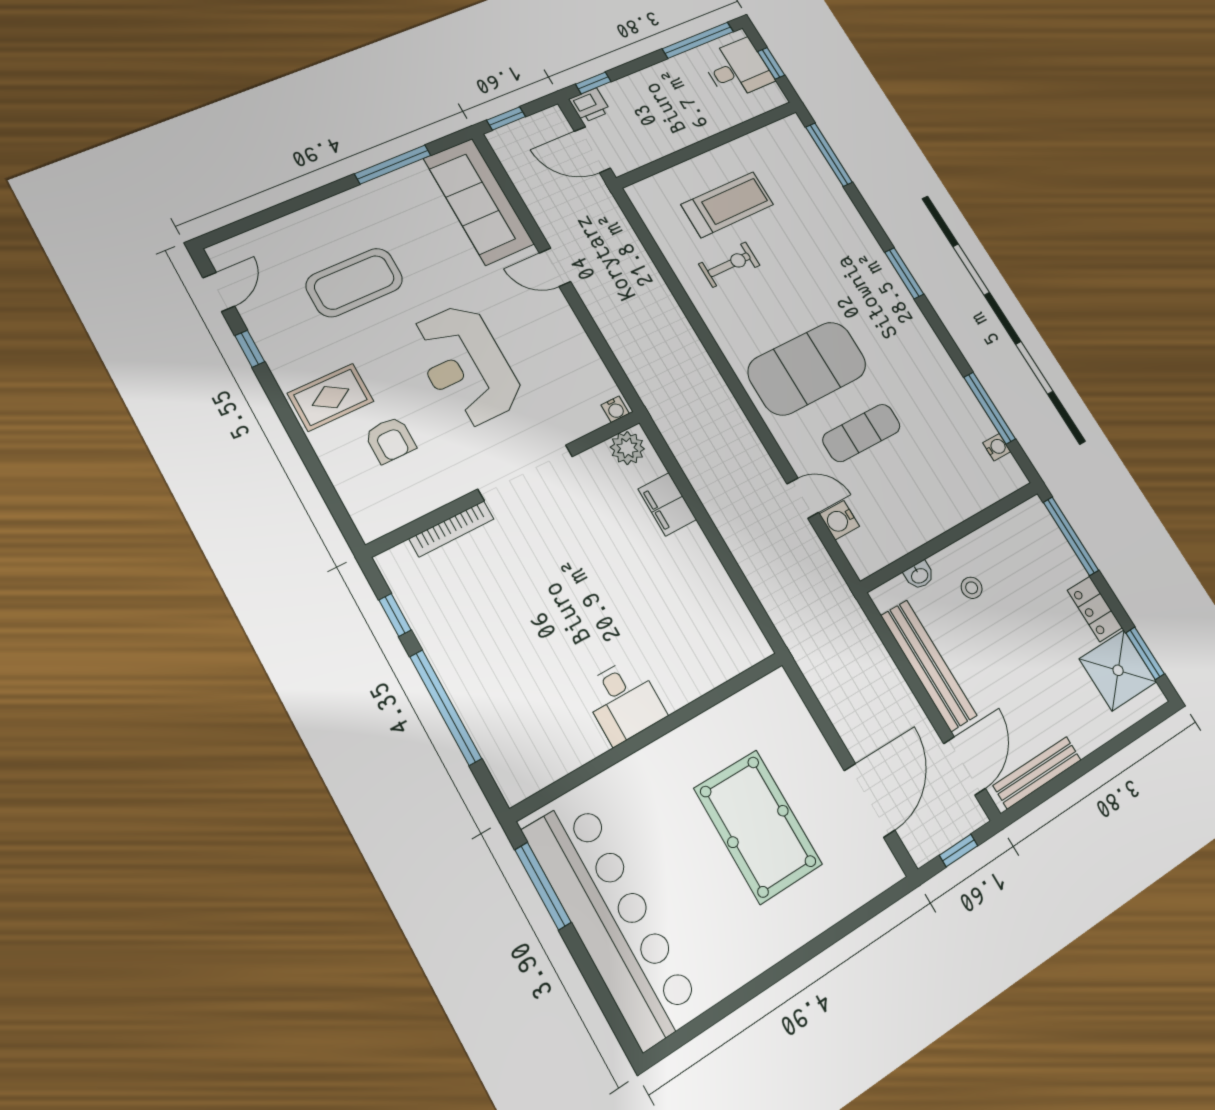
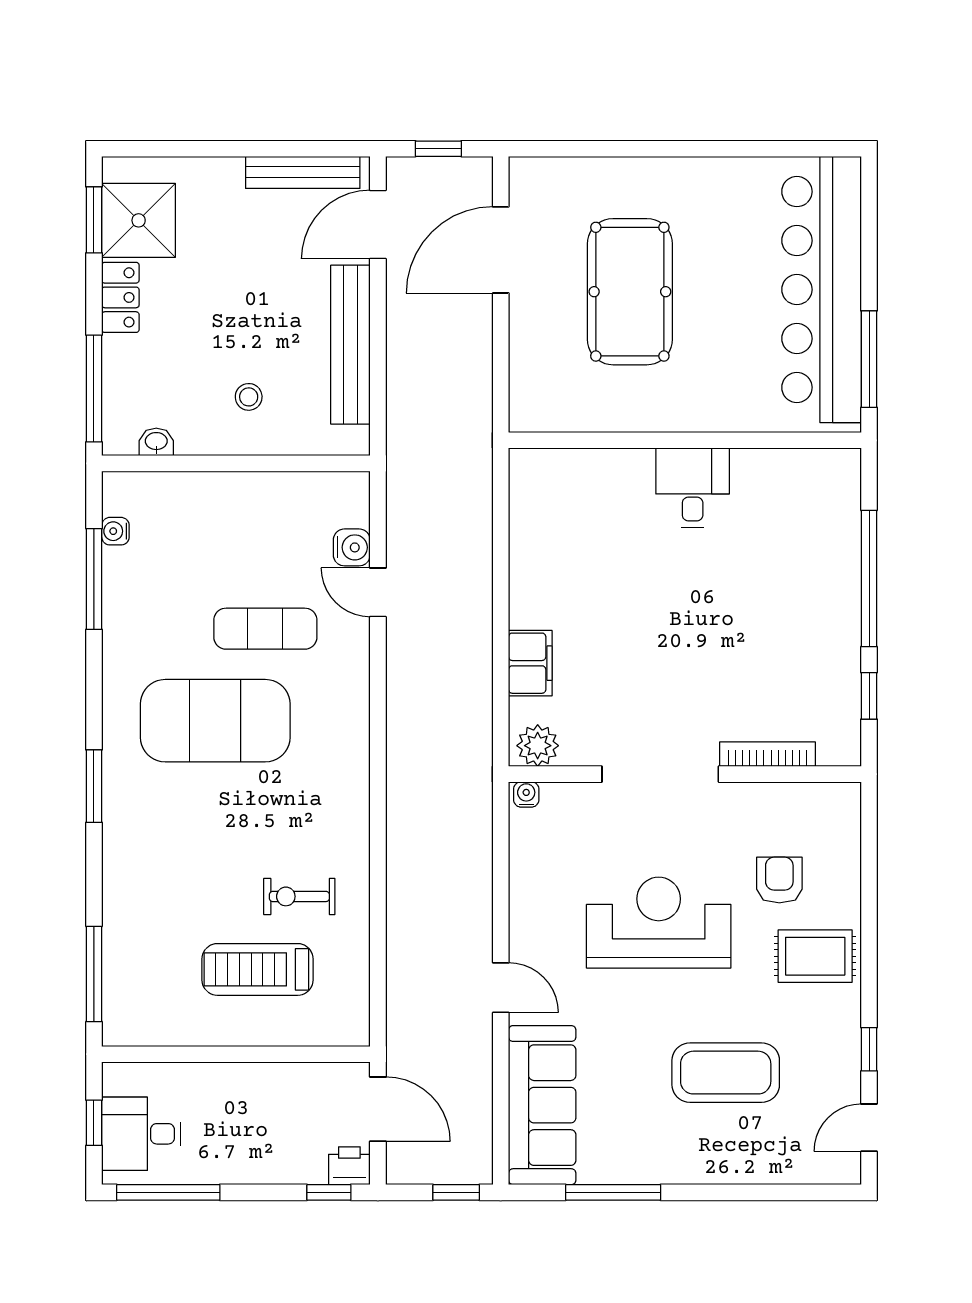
reception desk: (466, 365) -> (659, 923), turned -90
exercise mat: (807, 368) -> (215, 721), moved
washbasin: (919, 575) -> (156, 442), moved

